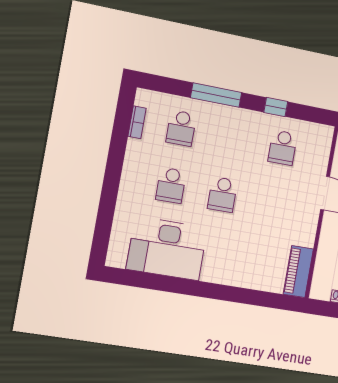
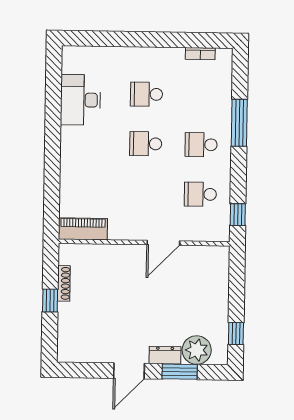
window: (276, 107) -> (238, 215), moved
school desk: (181, 128) -> (201, 145), moved
desk: (167, 248) -> (81, 100), width x0.73, depth x0.77

